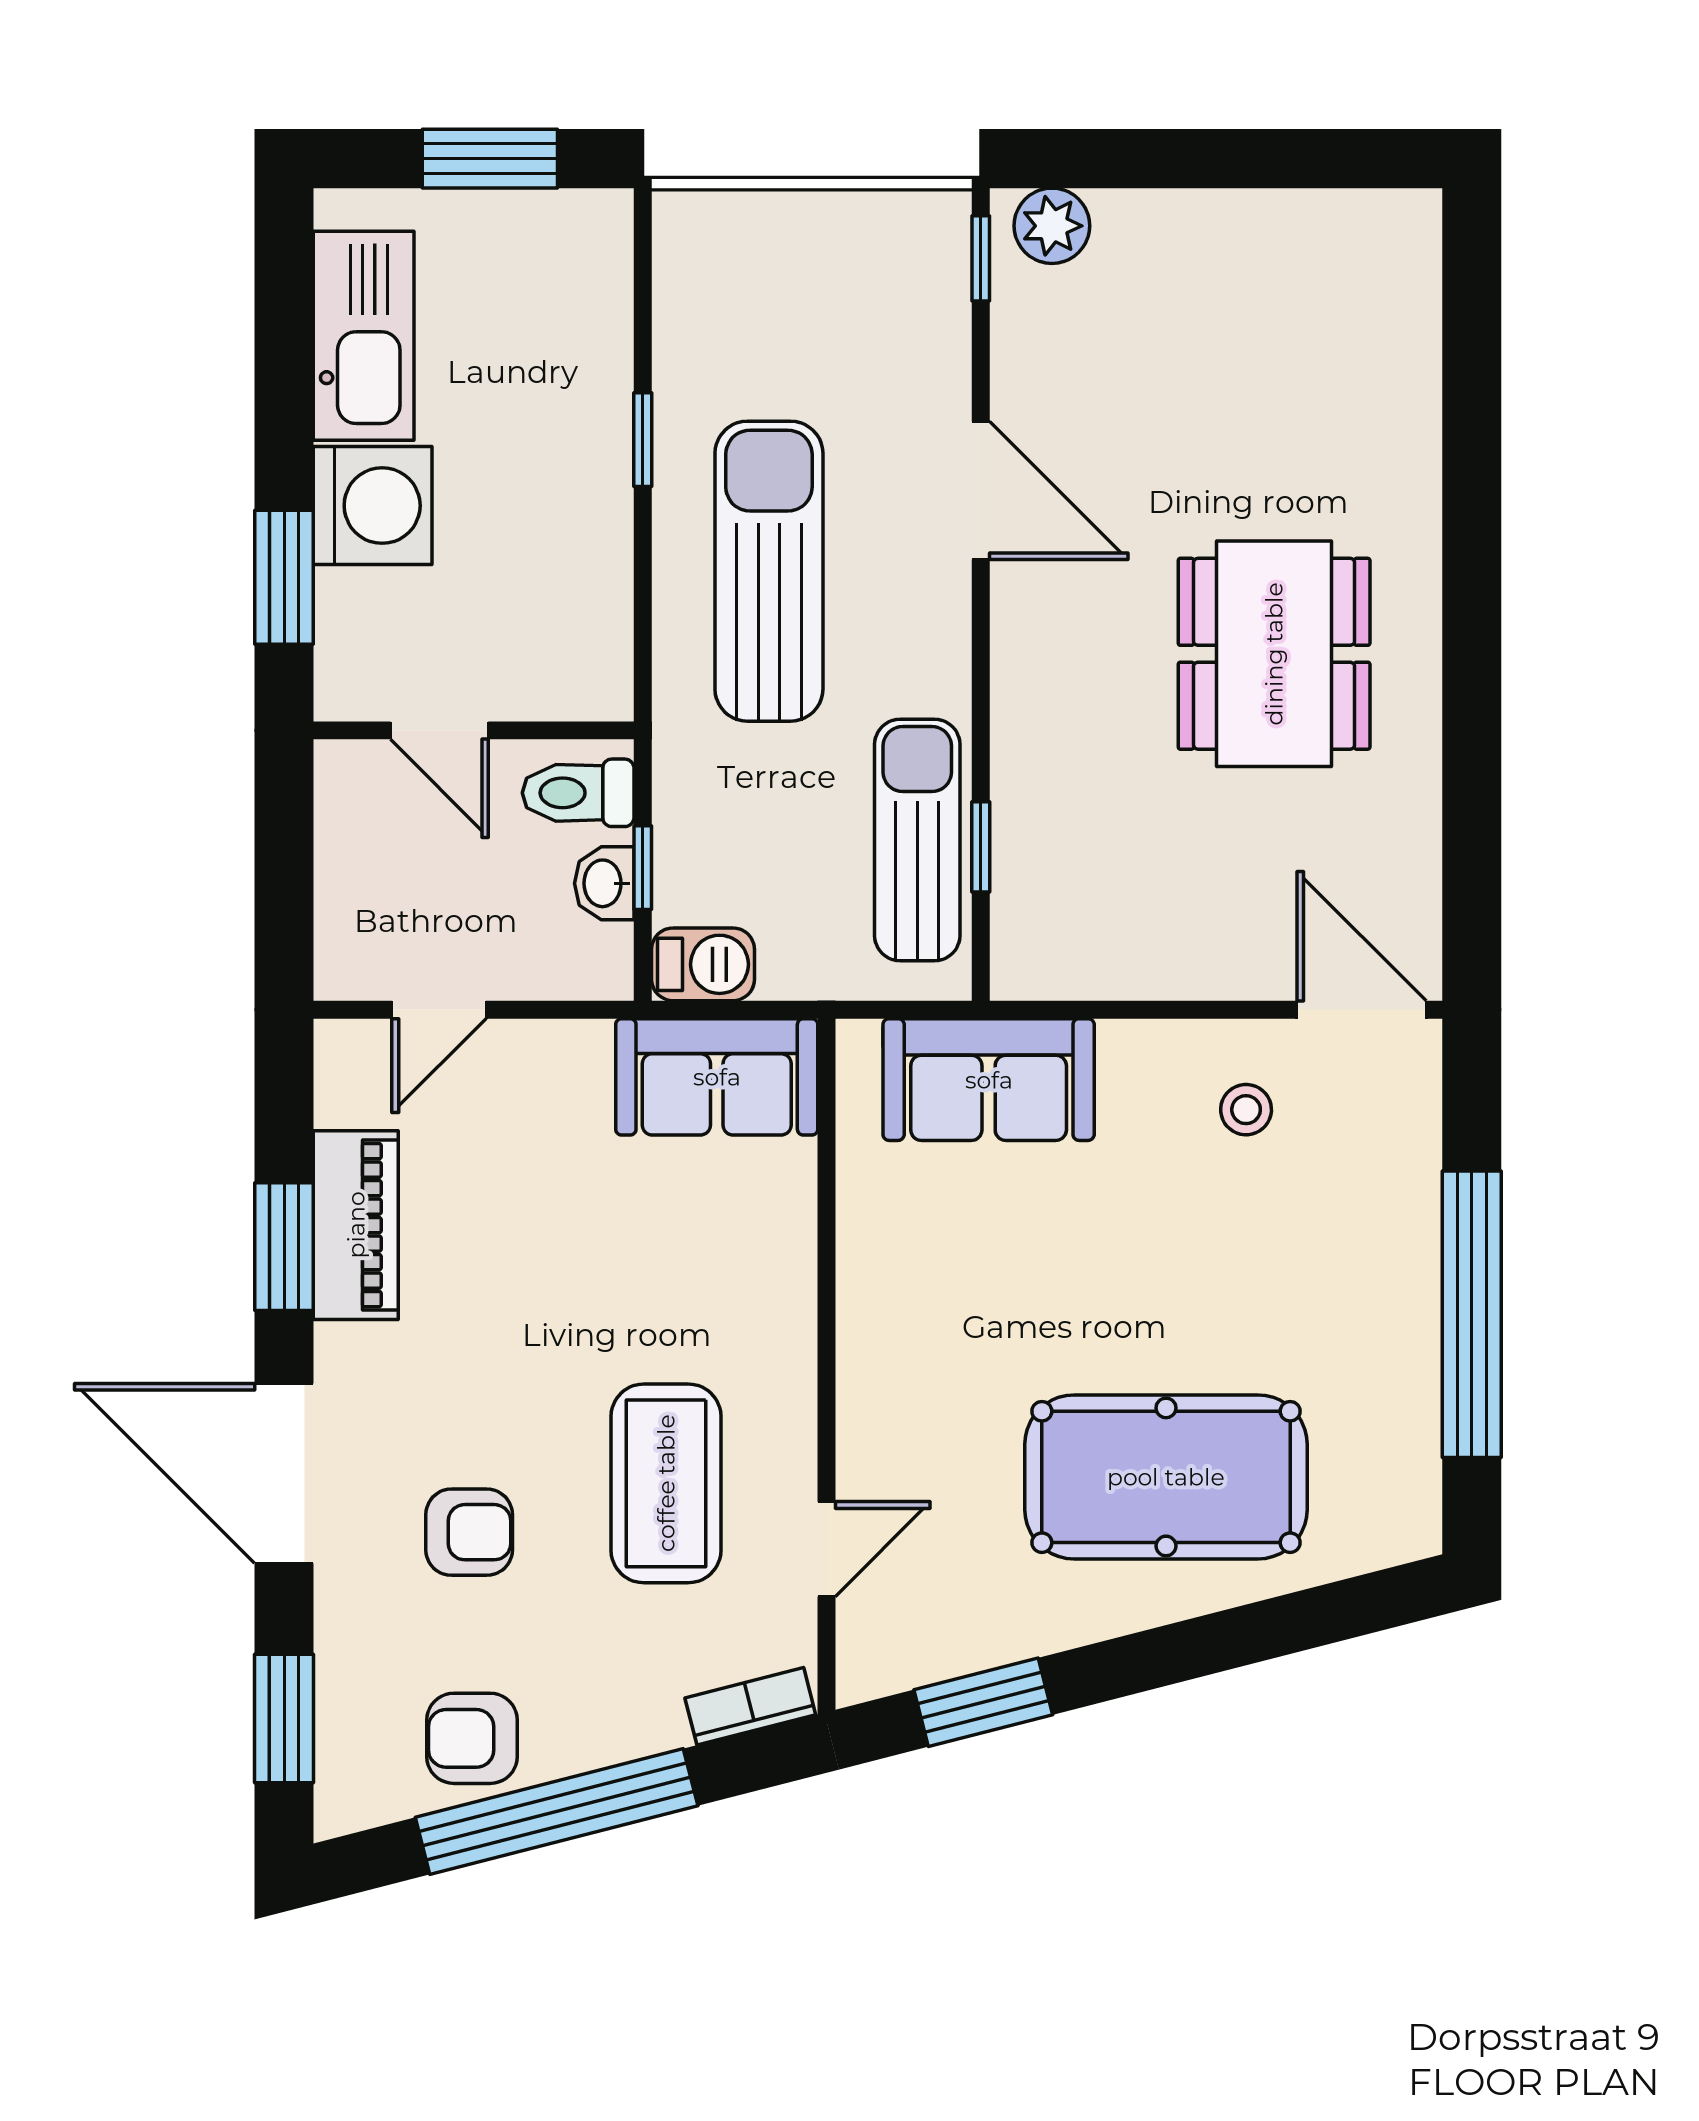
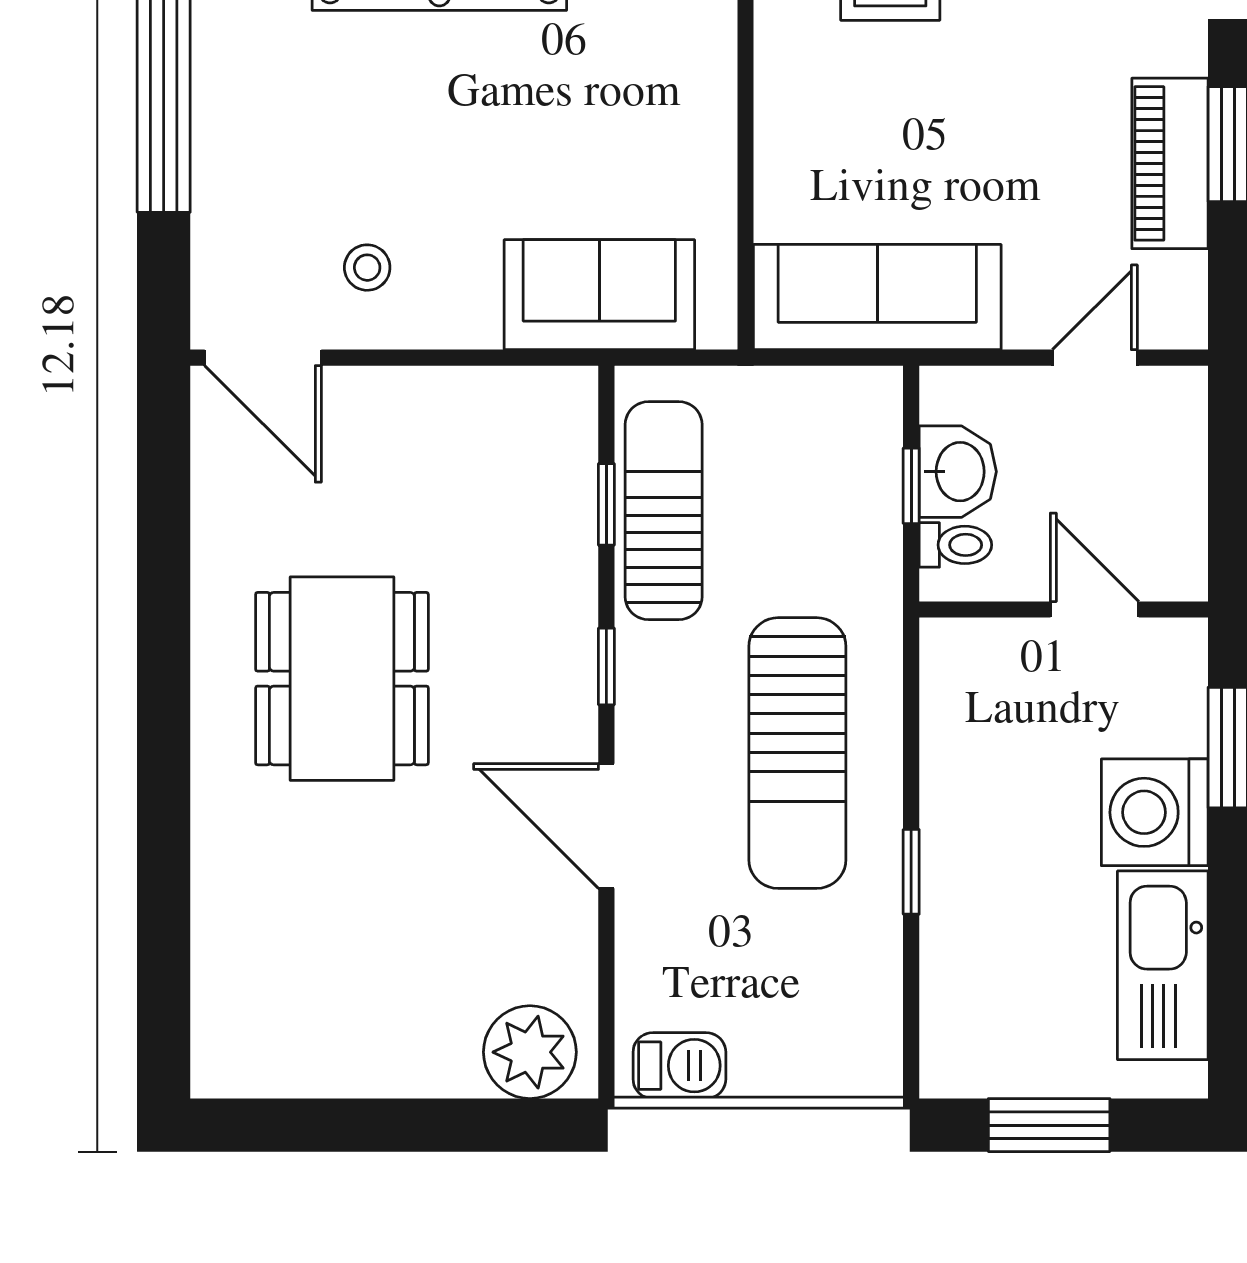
plant: (1052, 226) -> (530, 1052), width x1.36, depth x1.36
window: (981, 258) -> (606, 666), moved
toilet: (578, 793) -> (955, 545), width x0.73, depth x0.72
sun lounger: (917, 840) -> (664, 511), turned 180
washbasin: (604, 883) -> (958, 472), width x1.38, depth x1.45
barbecue: (703, 964) -> (679, 1066), moved, turned 180
sofa: (717, 1077) -> (877, 297), width x1.36

